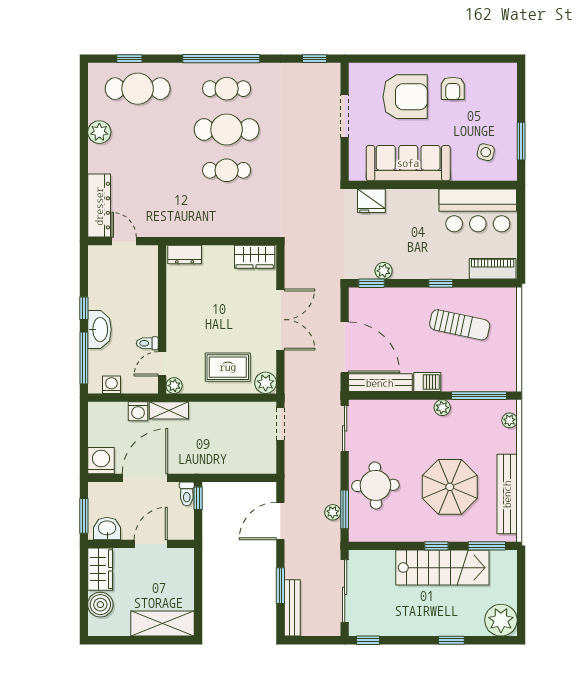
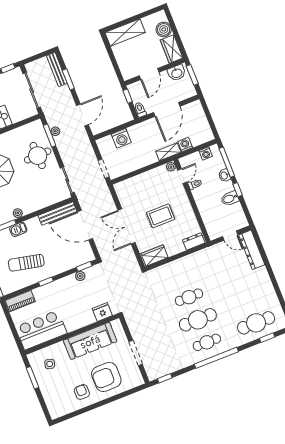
plant: (99, 132) -> (268, 290), removed
bidet: (102, 299) -> (230, 198), added
washbasin: (99, 330) -> (224, 175), width x0.52, depth x0.69
rug: (228, 367) -> (161, 216), moved
barbecue: (427, 382) -> (18, 229), moved
plant: (266, 383) -> (121, 188), removed
washing machine: (101, 461) -> (121, 138), moved
window: (198, 498) -> (128, 96), moved

